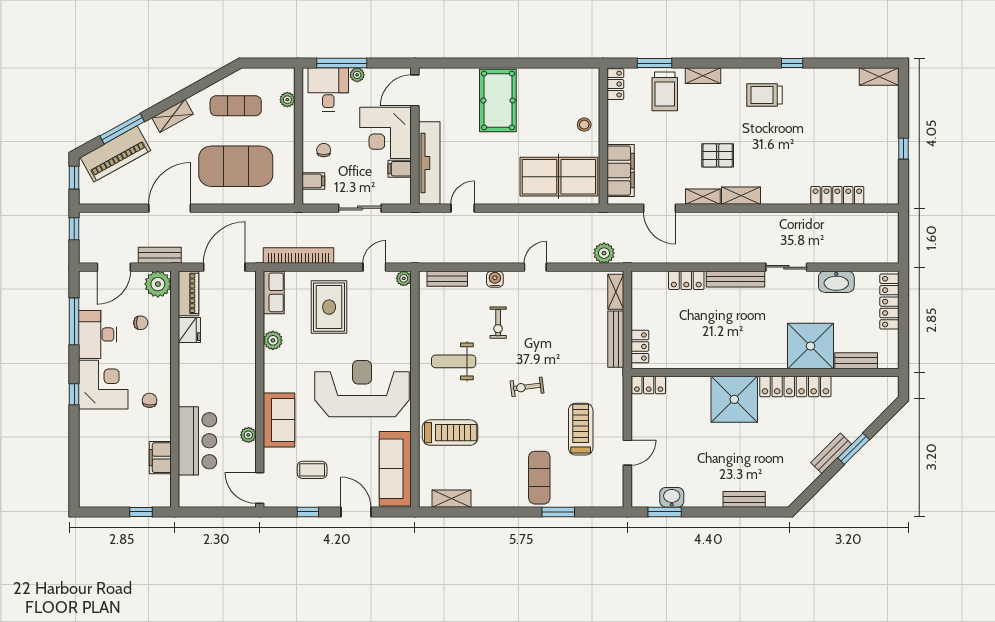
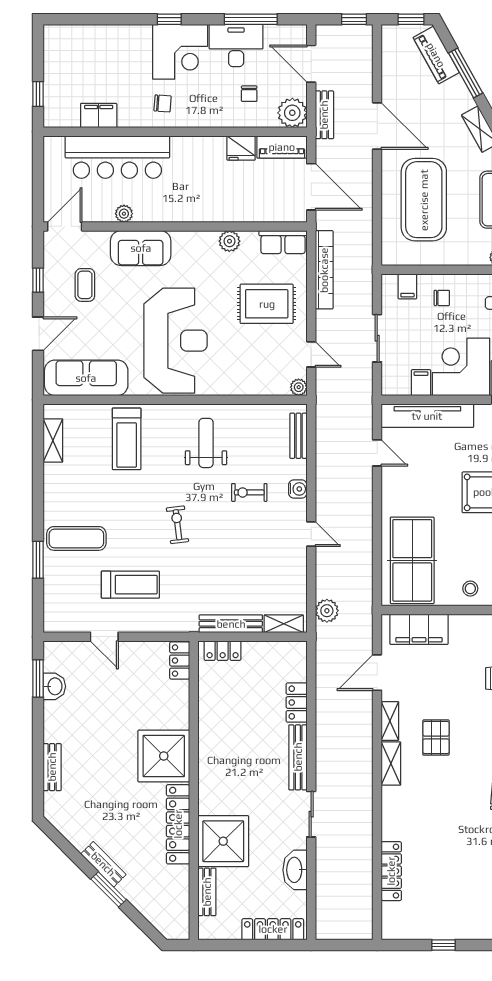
piano: (115, 154) -> (436, 55), width x0.73, depth x0.75
bar counter: (198, 441) -> (117, 157), width x1.36

